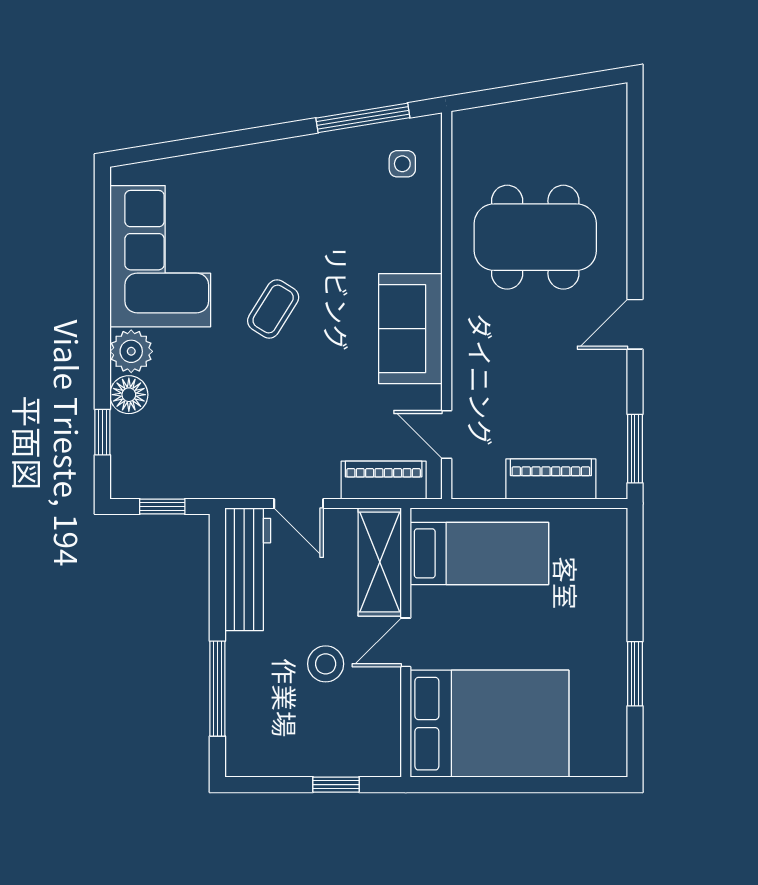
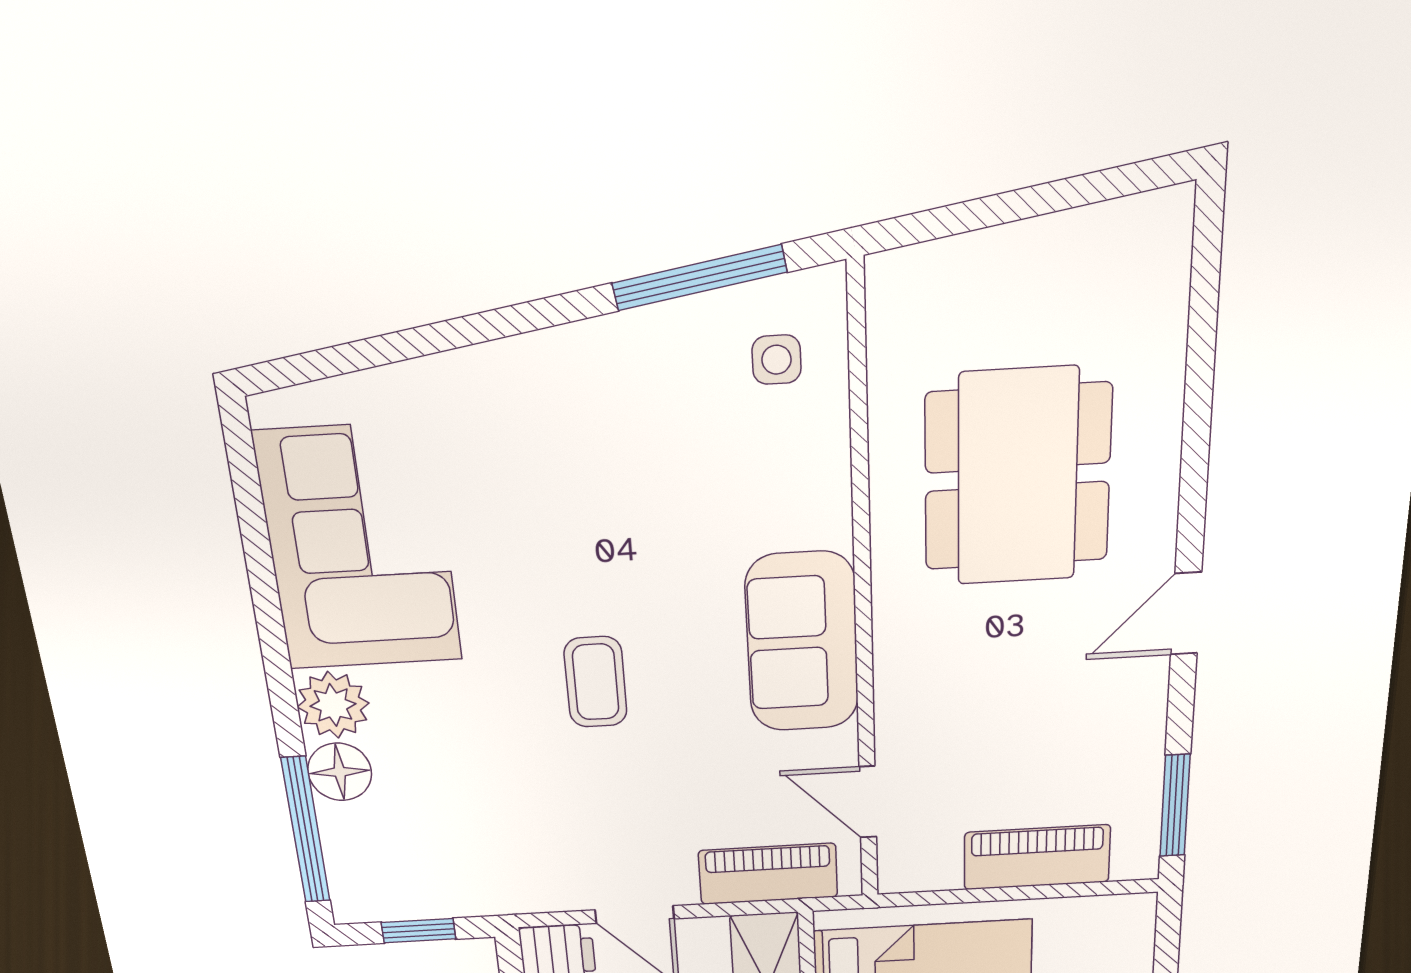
dining table: (535, 237) -> (1018, 477), turned 90
coffee table: (273, 309) -> (596, 682), moved, turned -32
window: (102, 432) -> (306, 830), width x2.17

